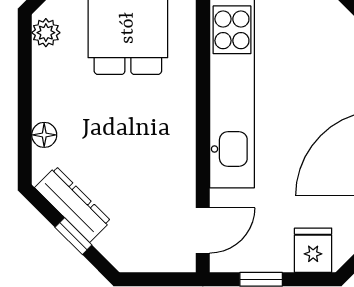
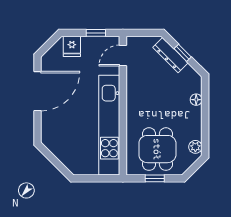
dresser: (73, 204) -> (170, 55), moved

